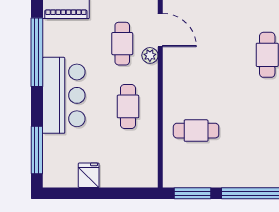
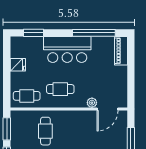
cafe table: (122, 44) -> (27, 96), moved
window: (37, 150) -> (33, 33), width x0.69

